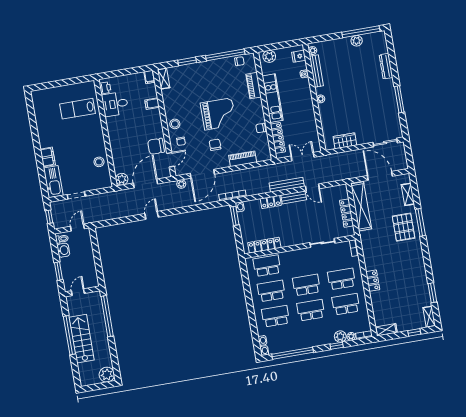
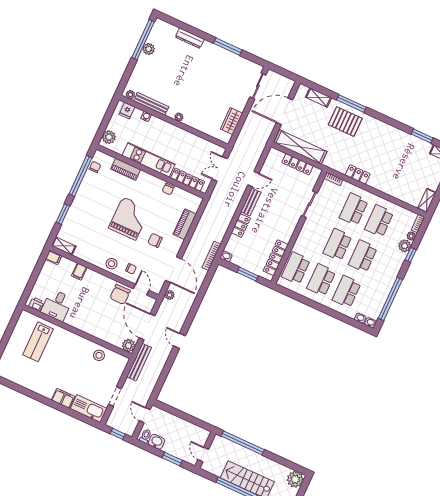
bench: (287, 185) -> (139, 362), moved
window: (235, 216) -> (248, 274), moved
locker: (373, 281) -> (358, 175), moved

